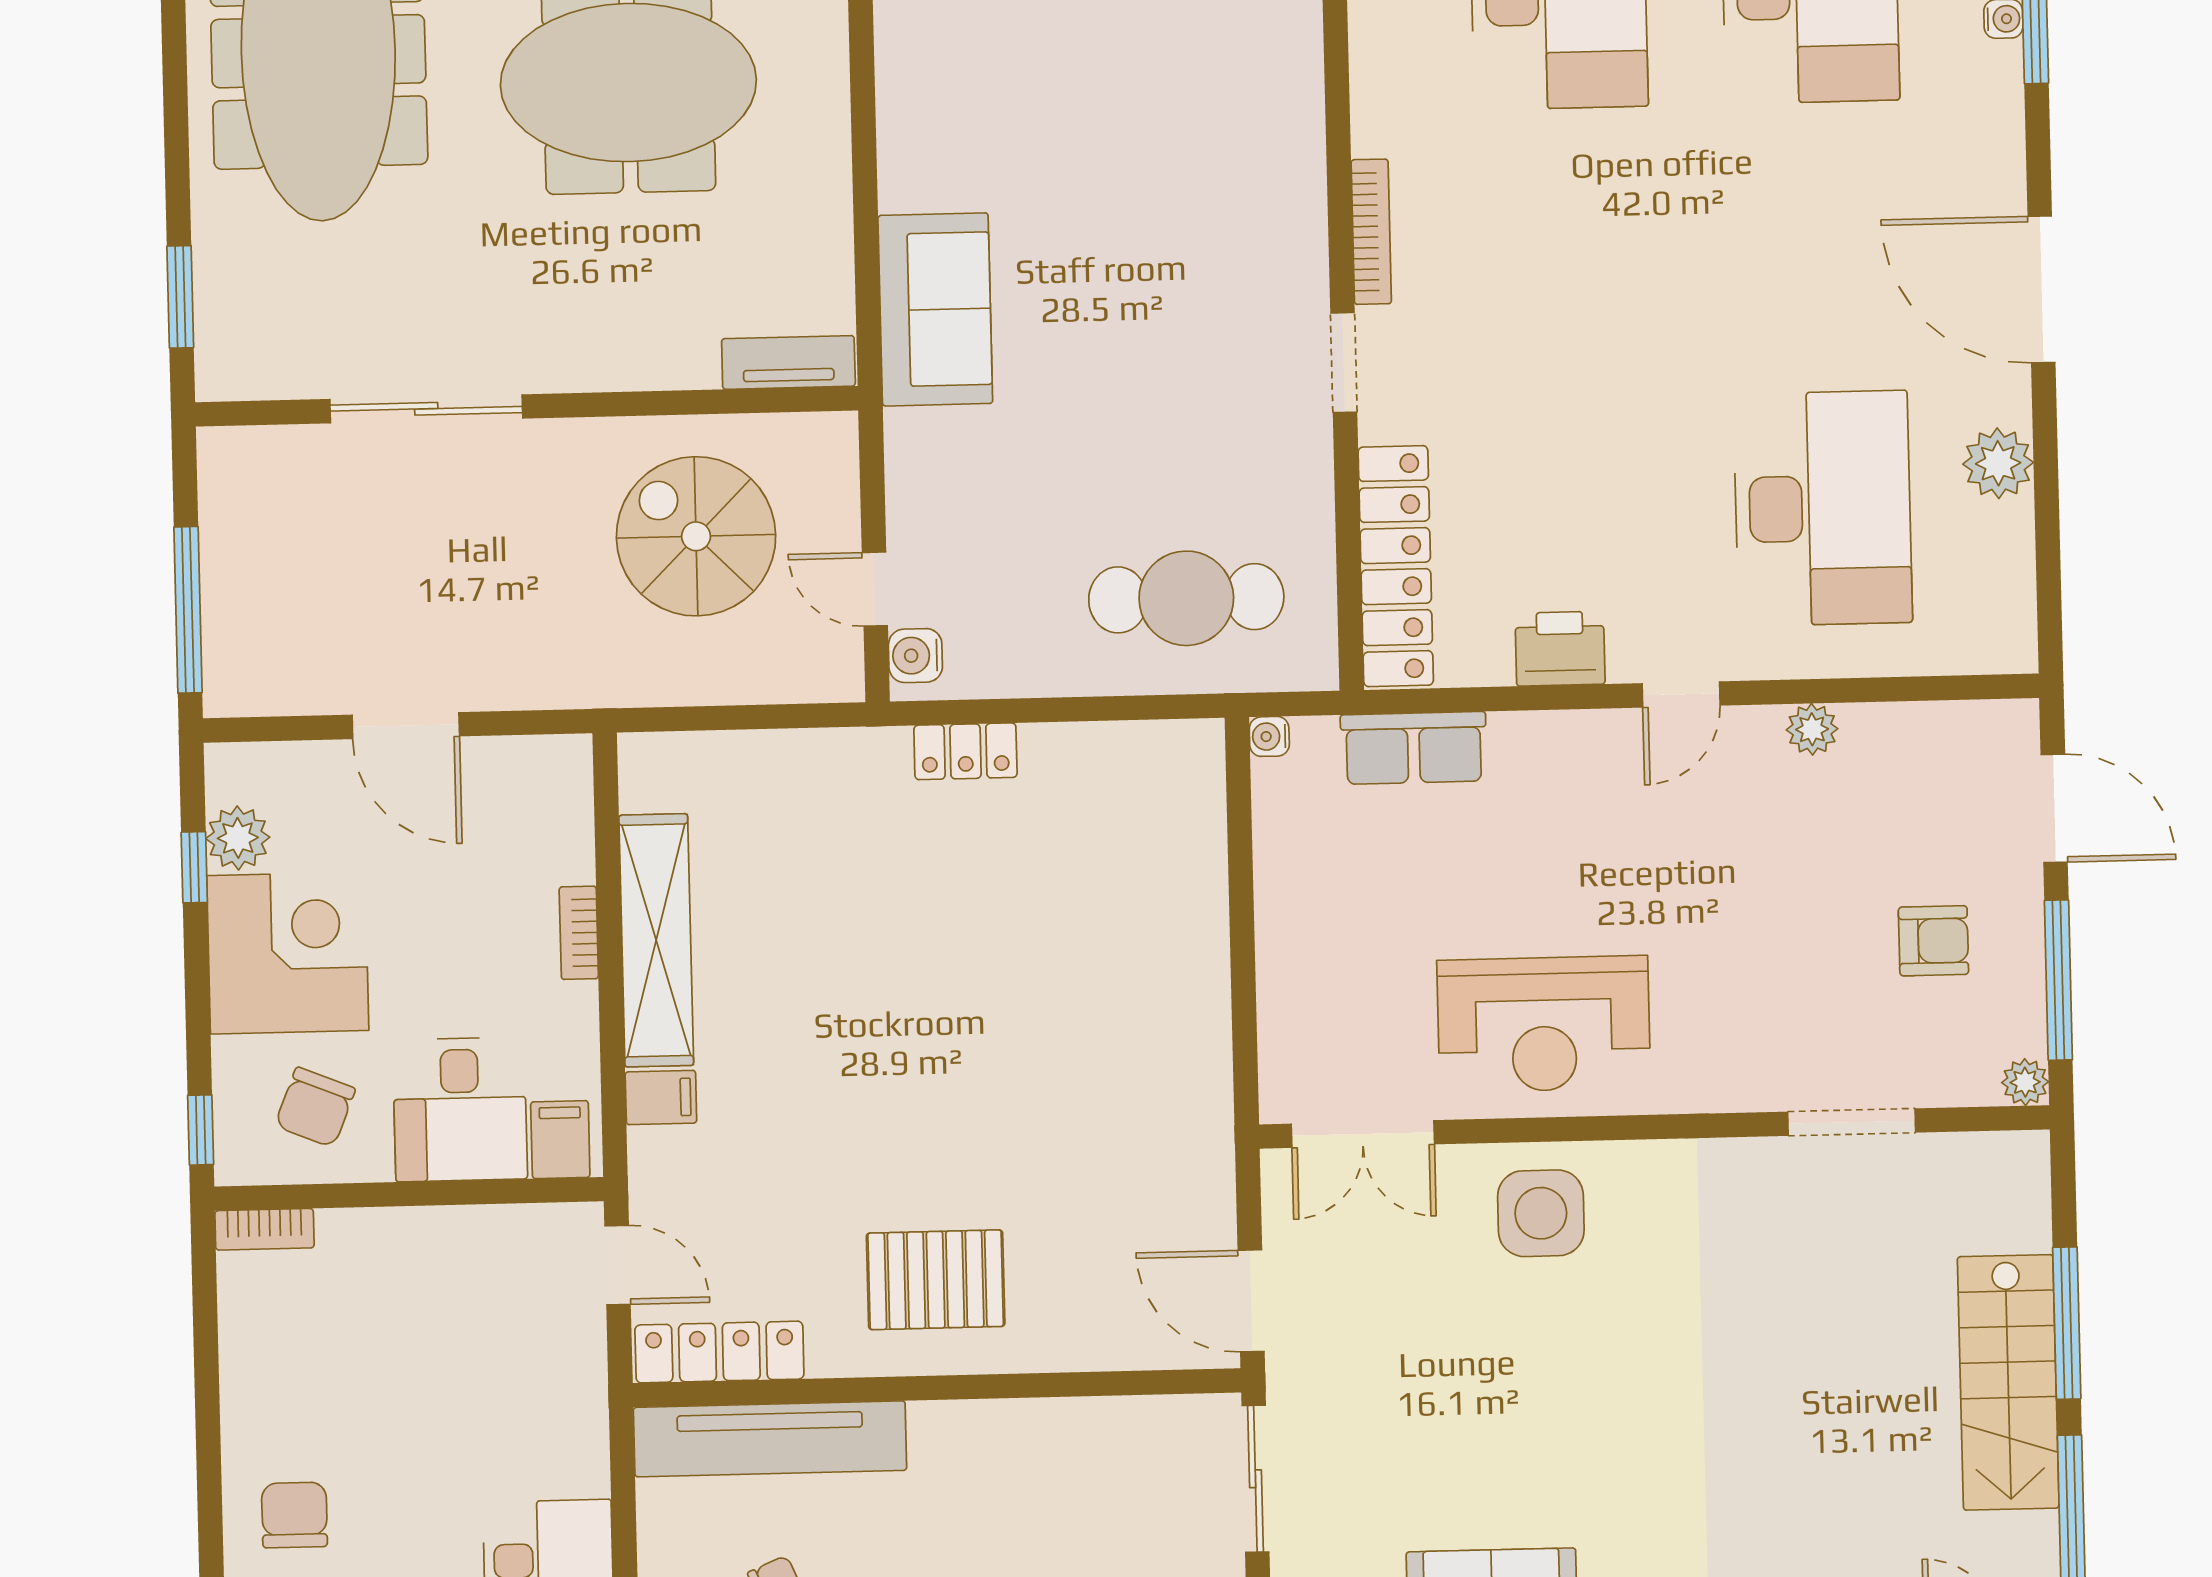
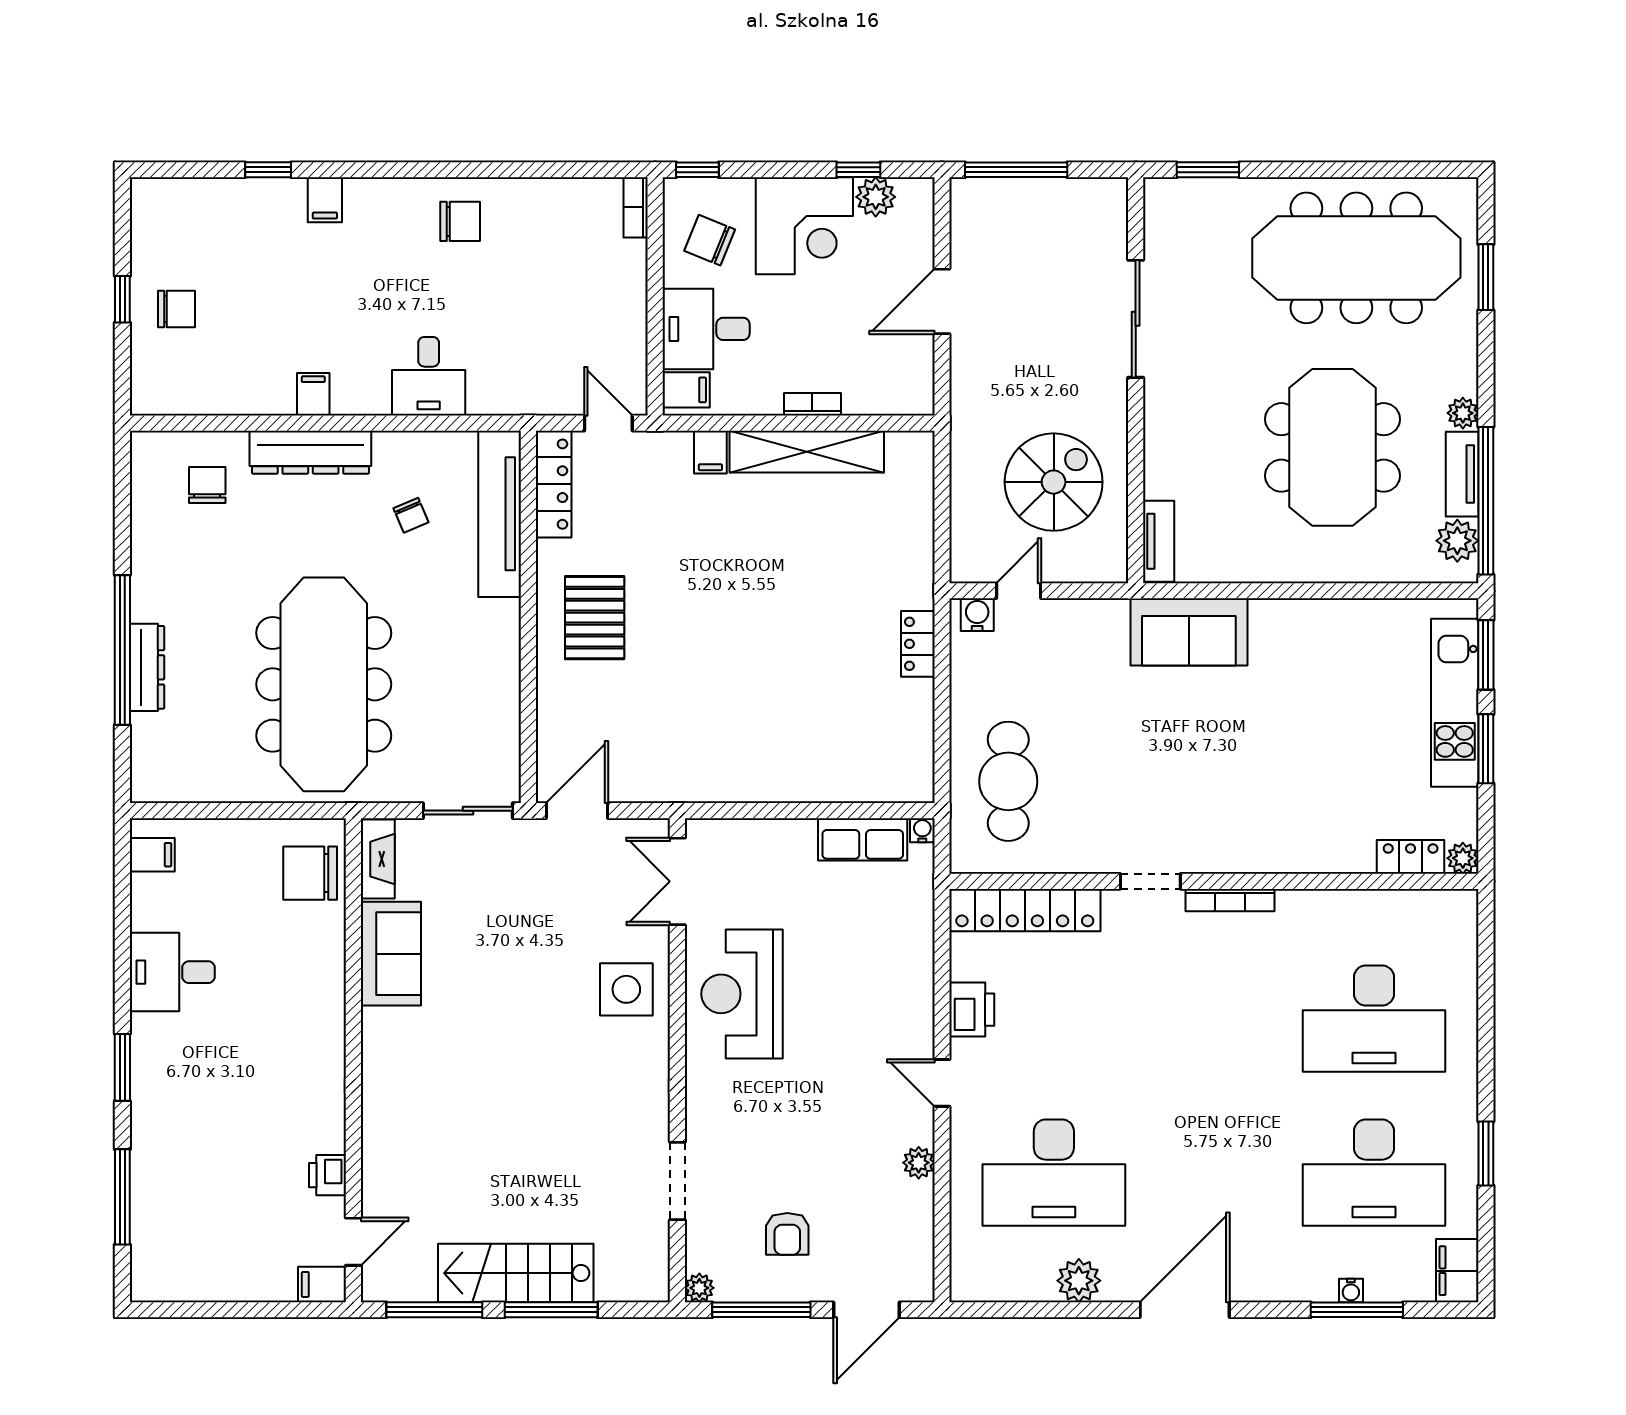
row of seats: (1414, 748) -> (863, 839), moved, turned -90
door: (618, 1265) -> (608, 423), swing flipped

